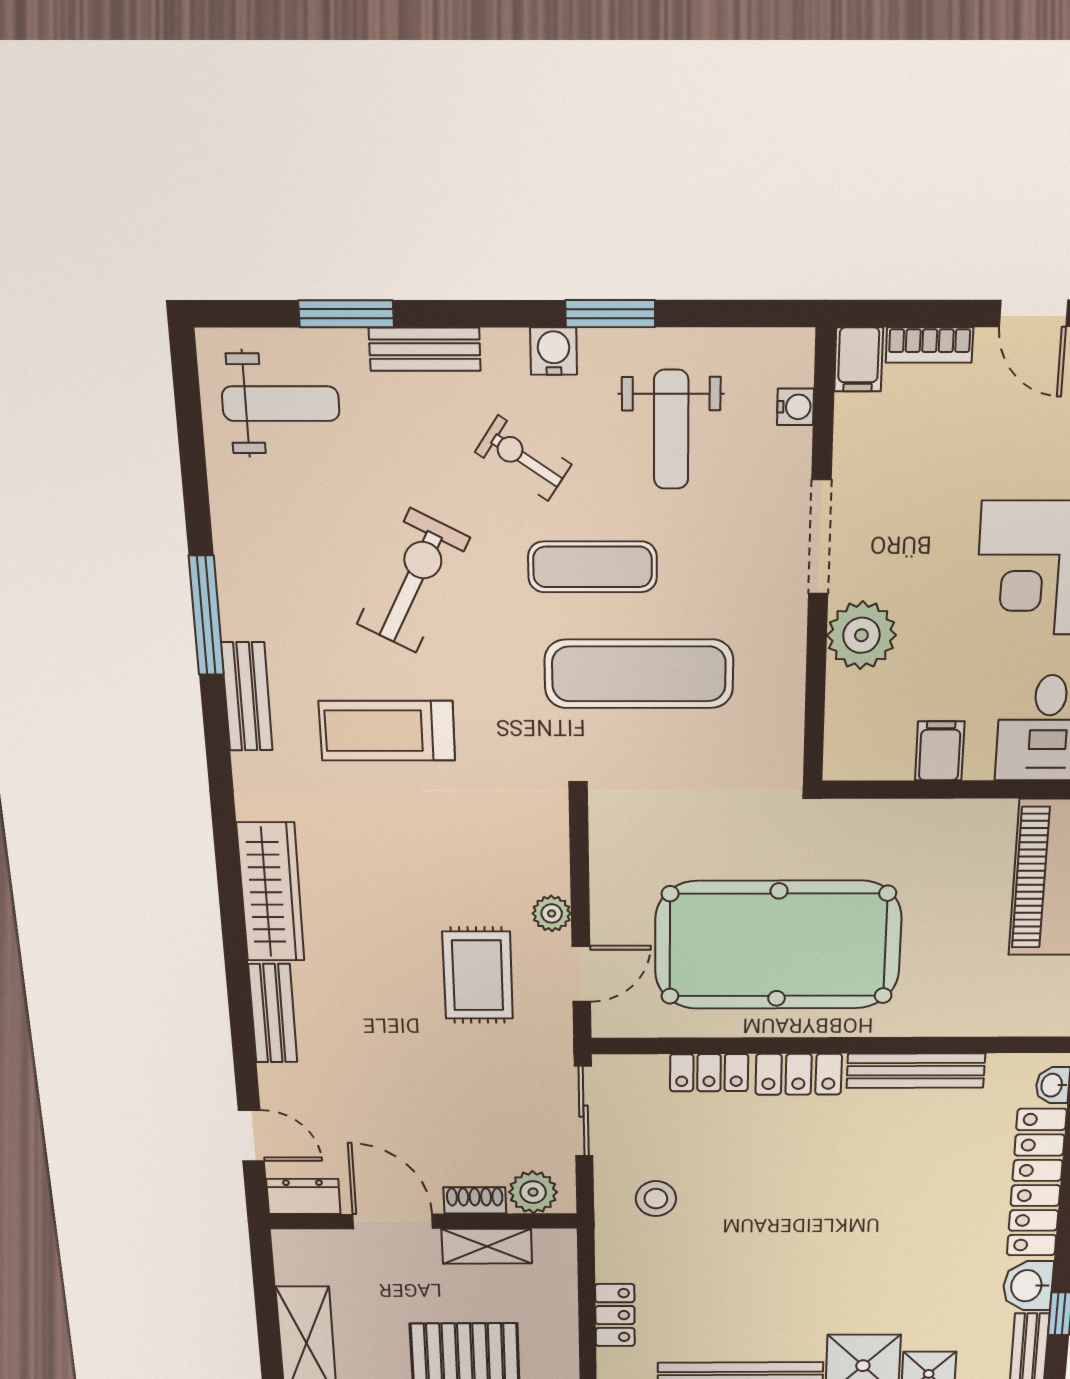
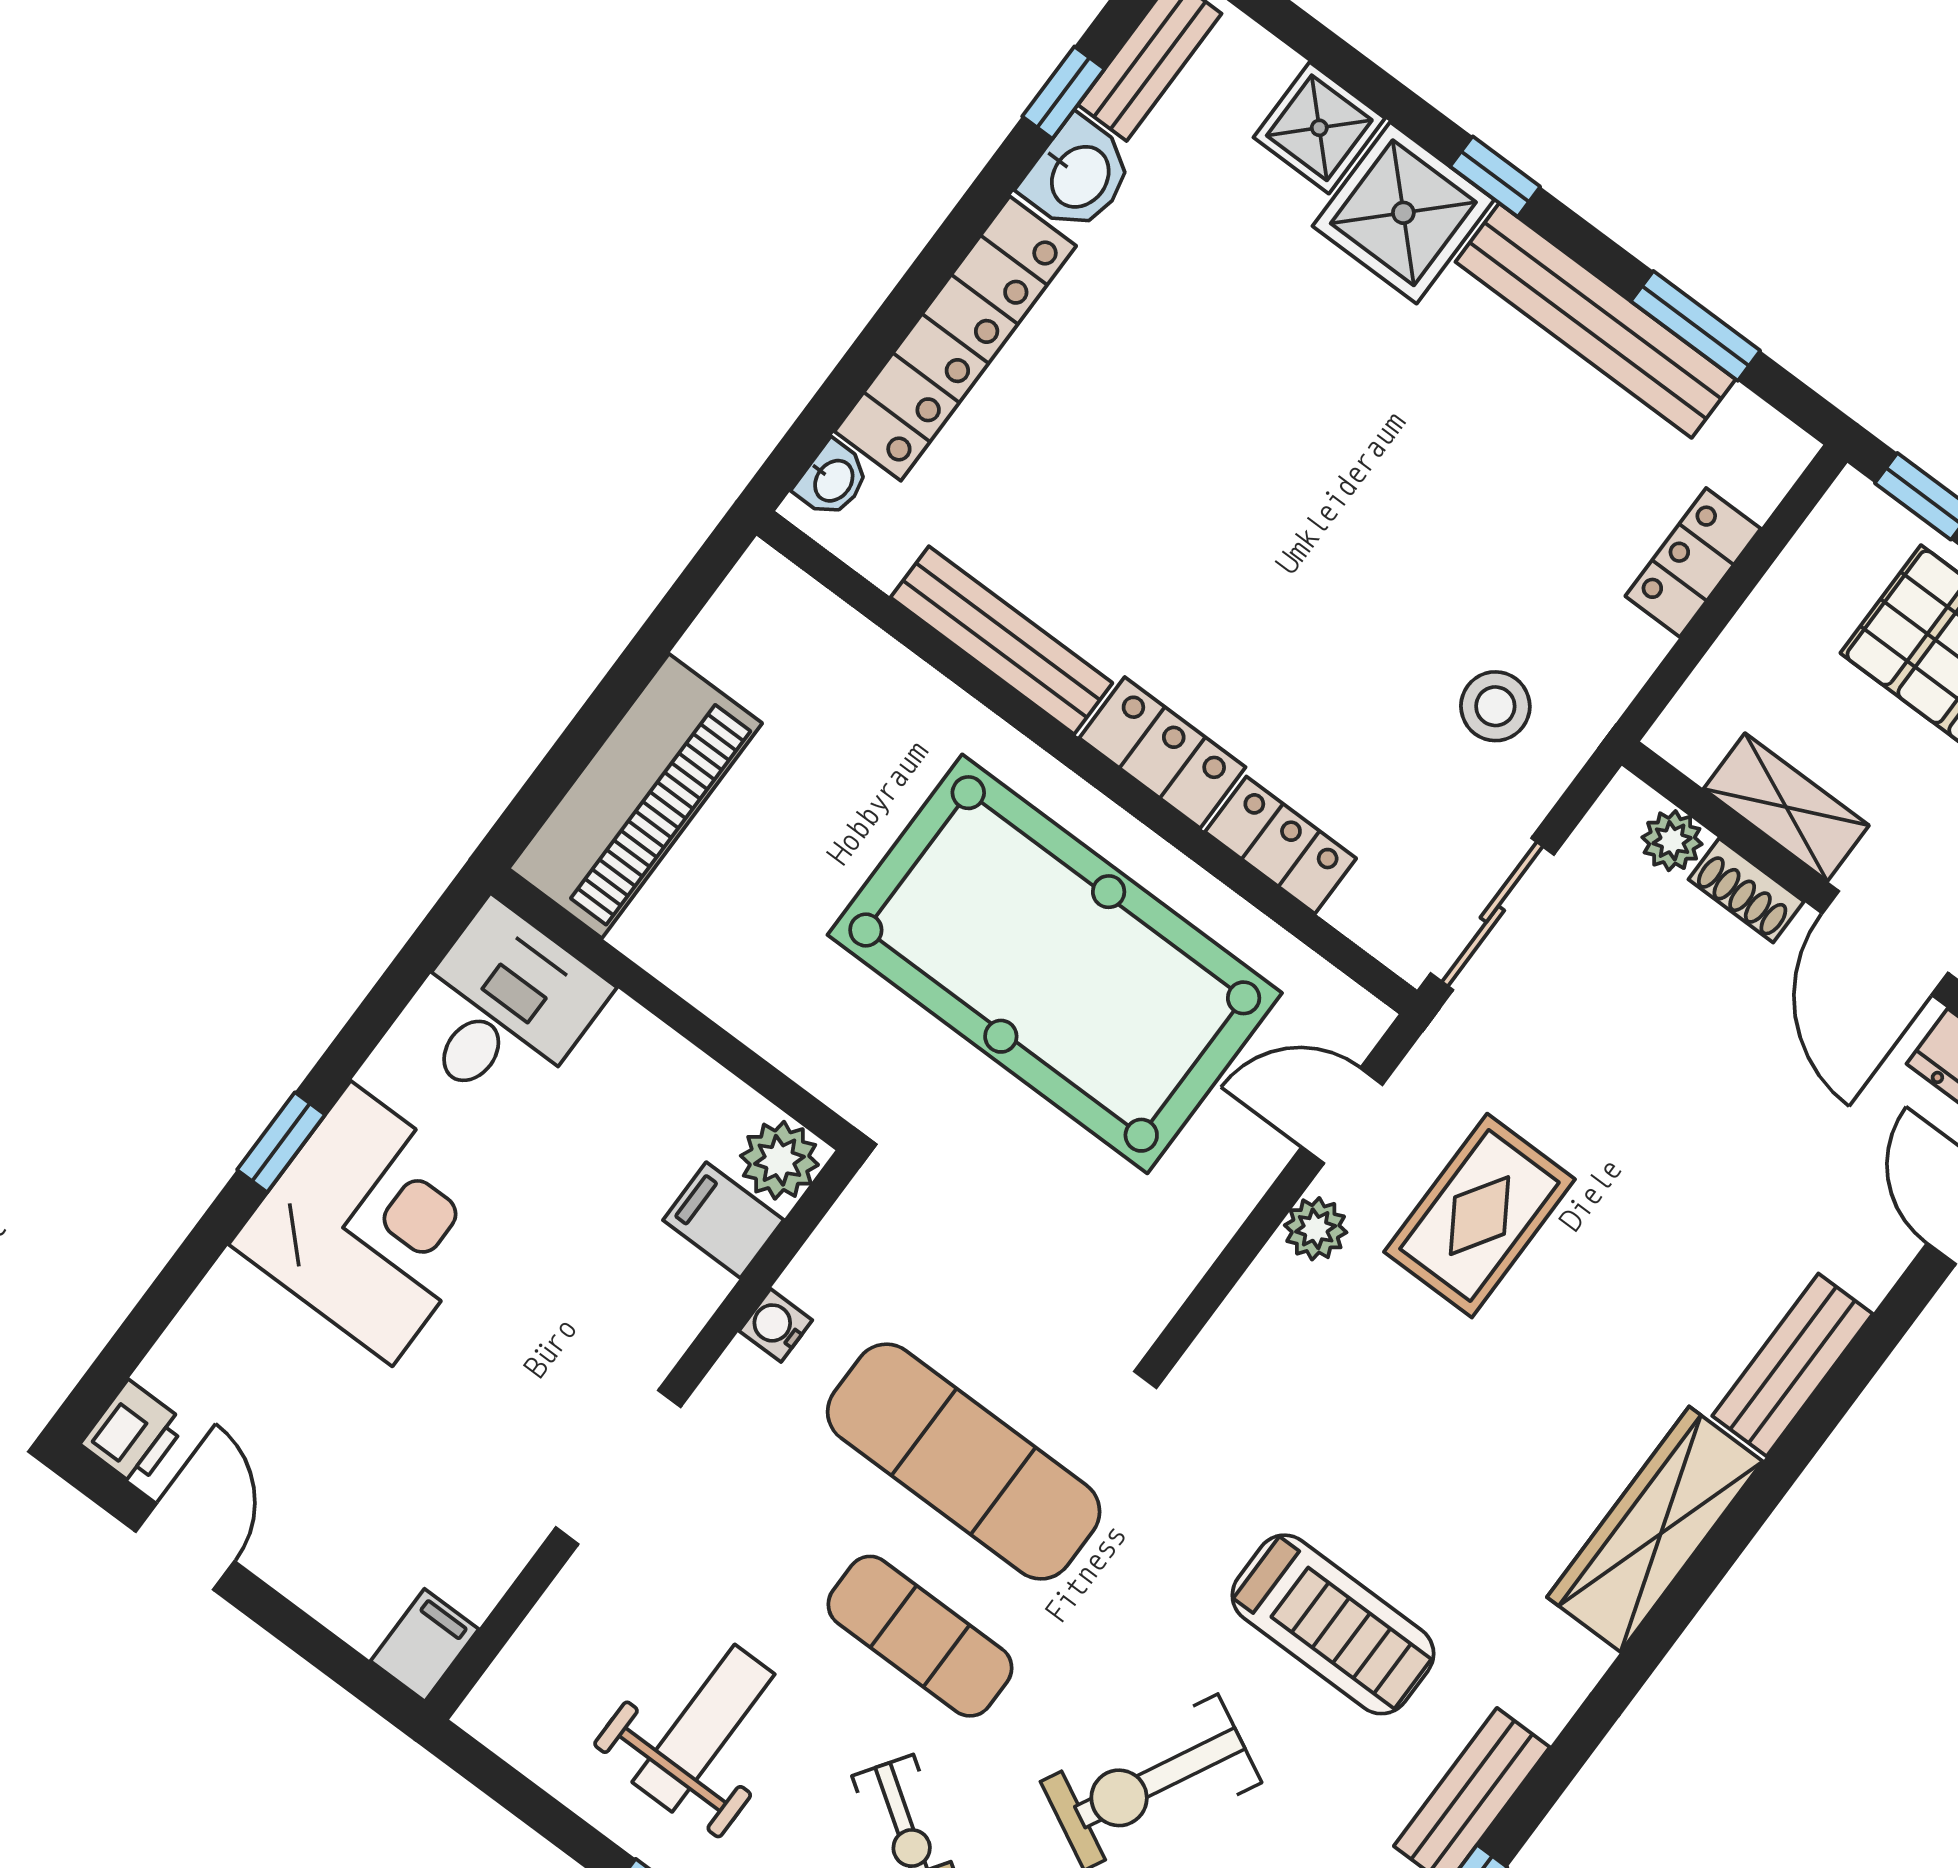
bookcase: (929, 345) -> (330, 1600), removed
water cooler: (795, 407) -> (776, 1325), moved
plant: (861, 635) -> (779, 1160), moved, width x0.73, depth x0.73
filing cabinet: (940, 751) -> (723, 1220), moved, turned 90
plant: (533, 1192) -> (1672, 841), width x0.73, depth x0.73

